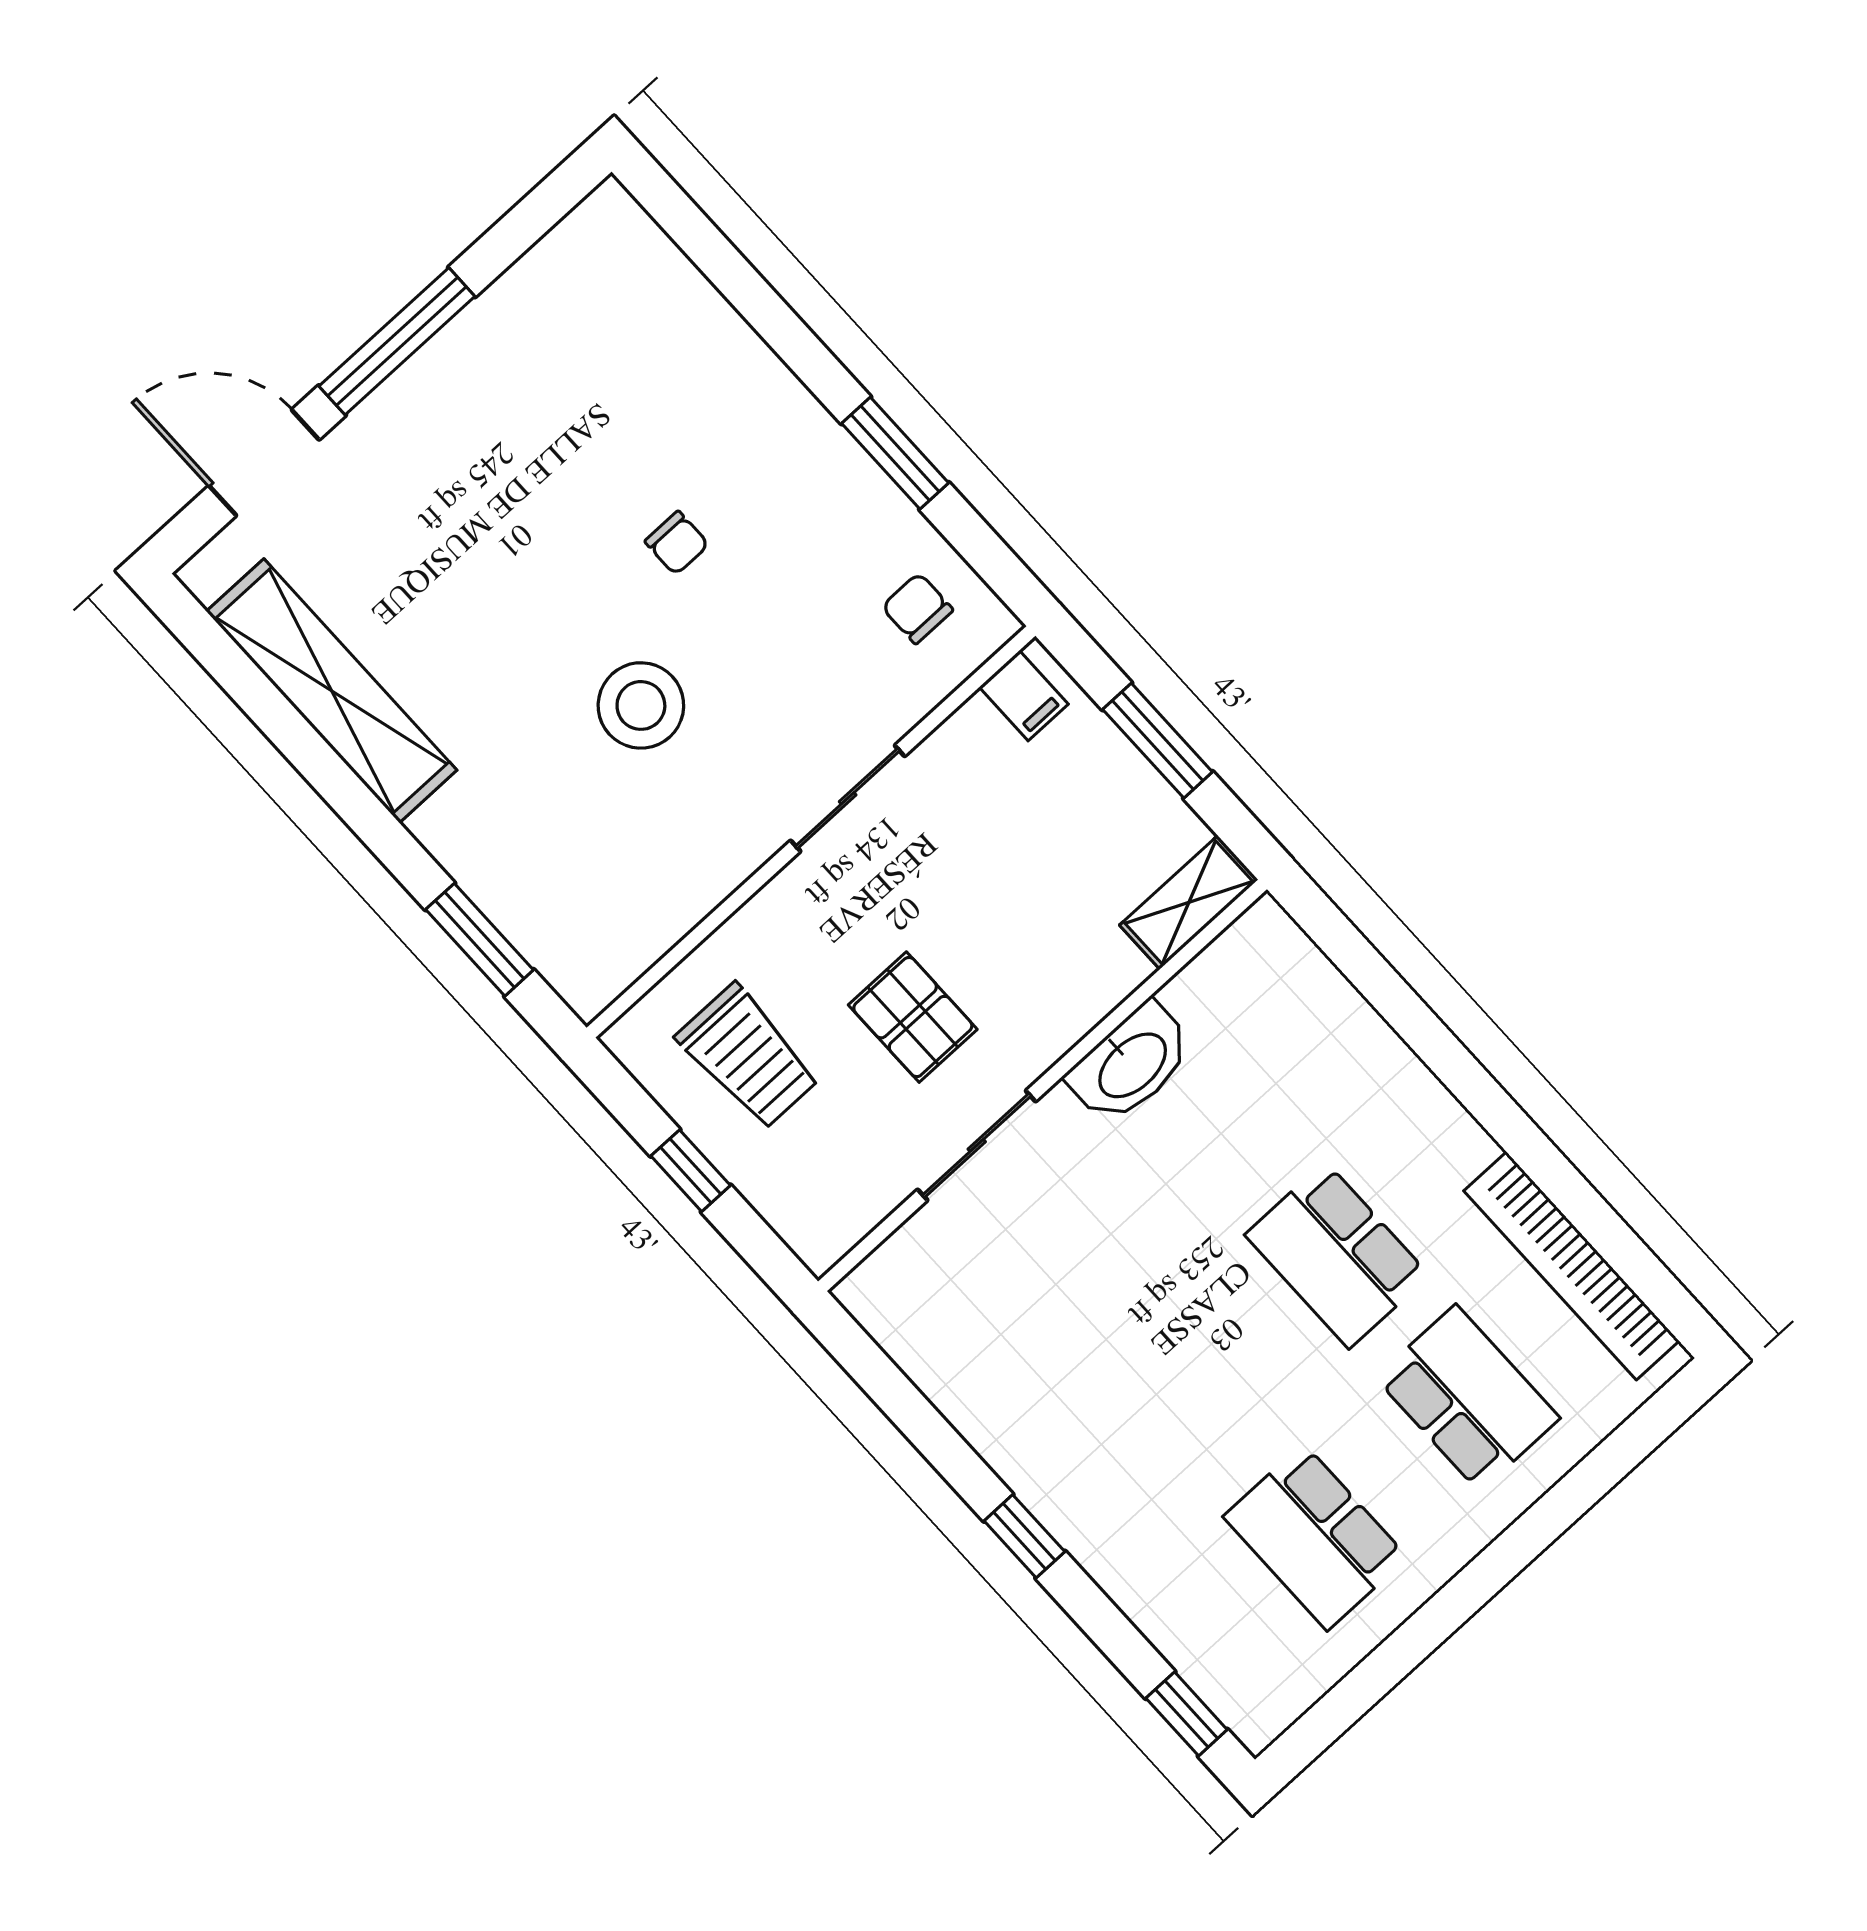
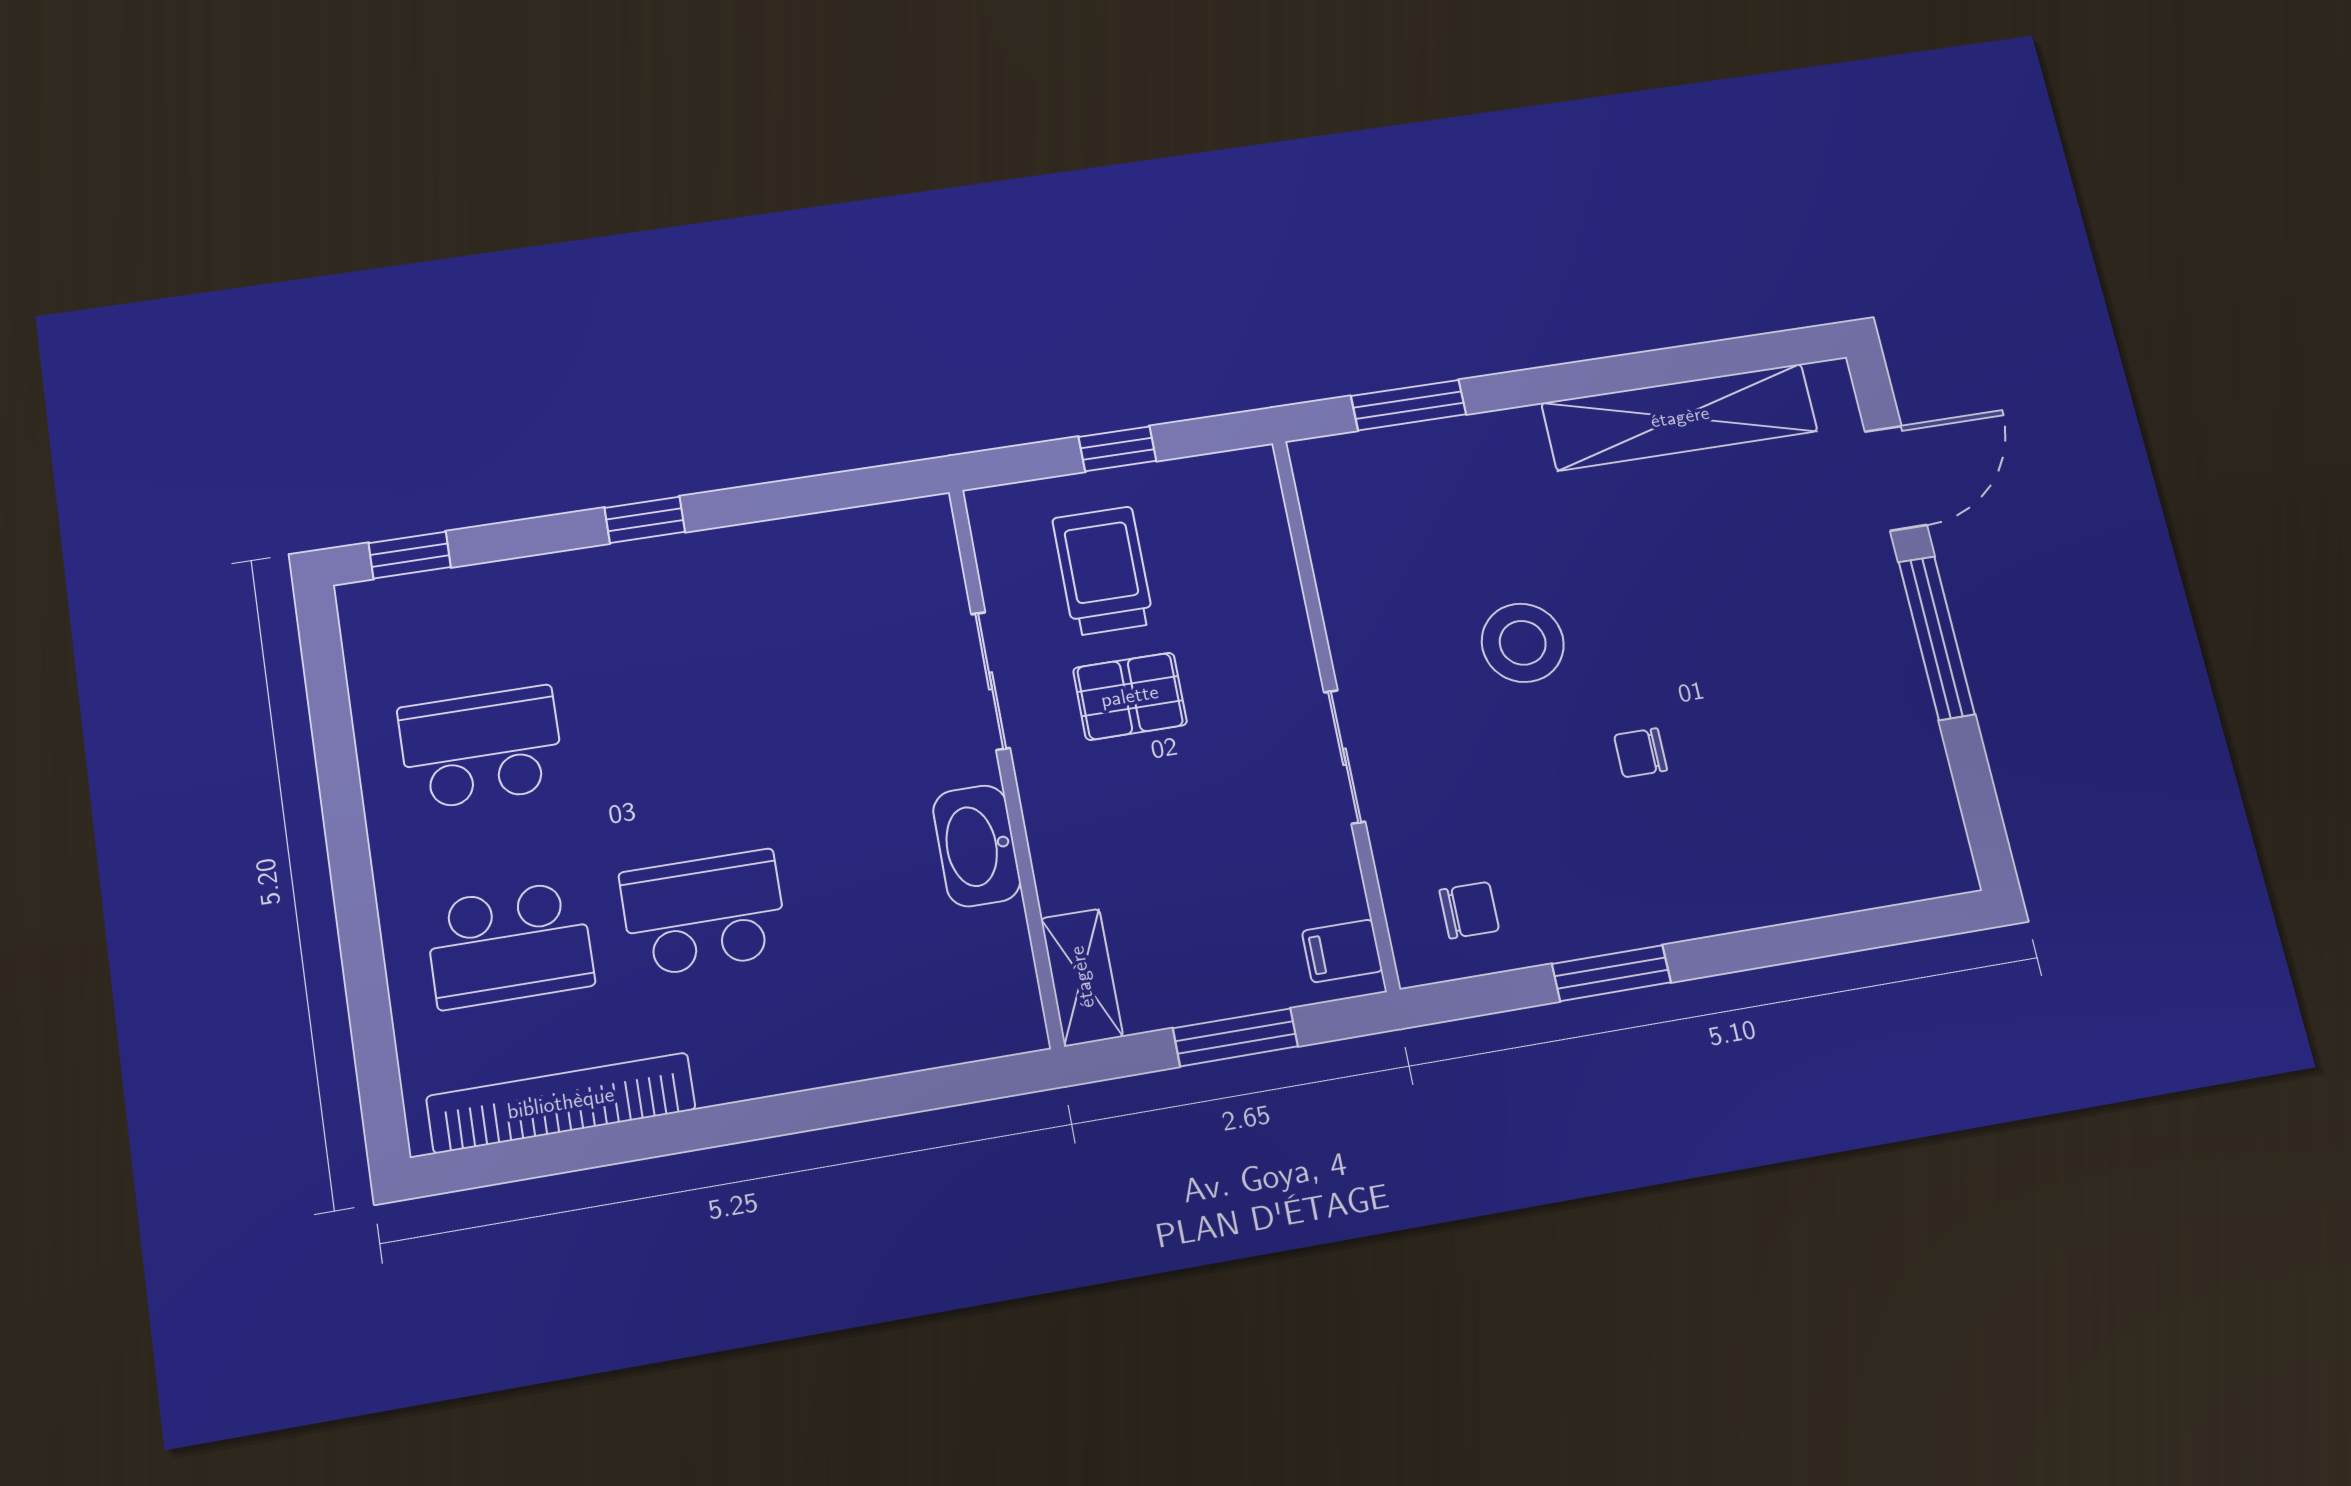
trolley: (748, 1057) -> (1103, 571), moved, turned 90

